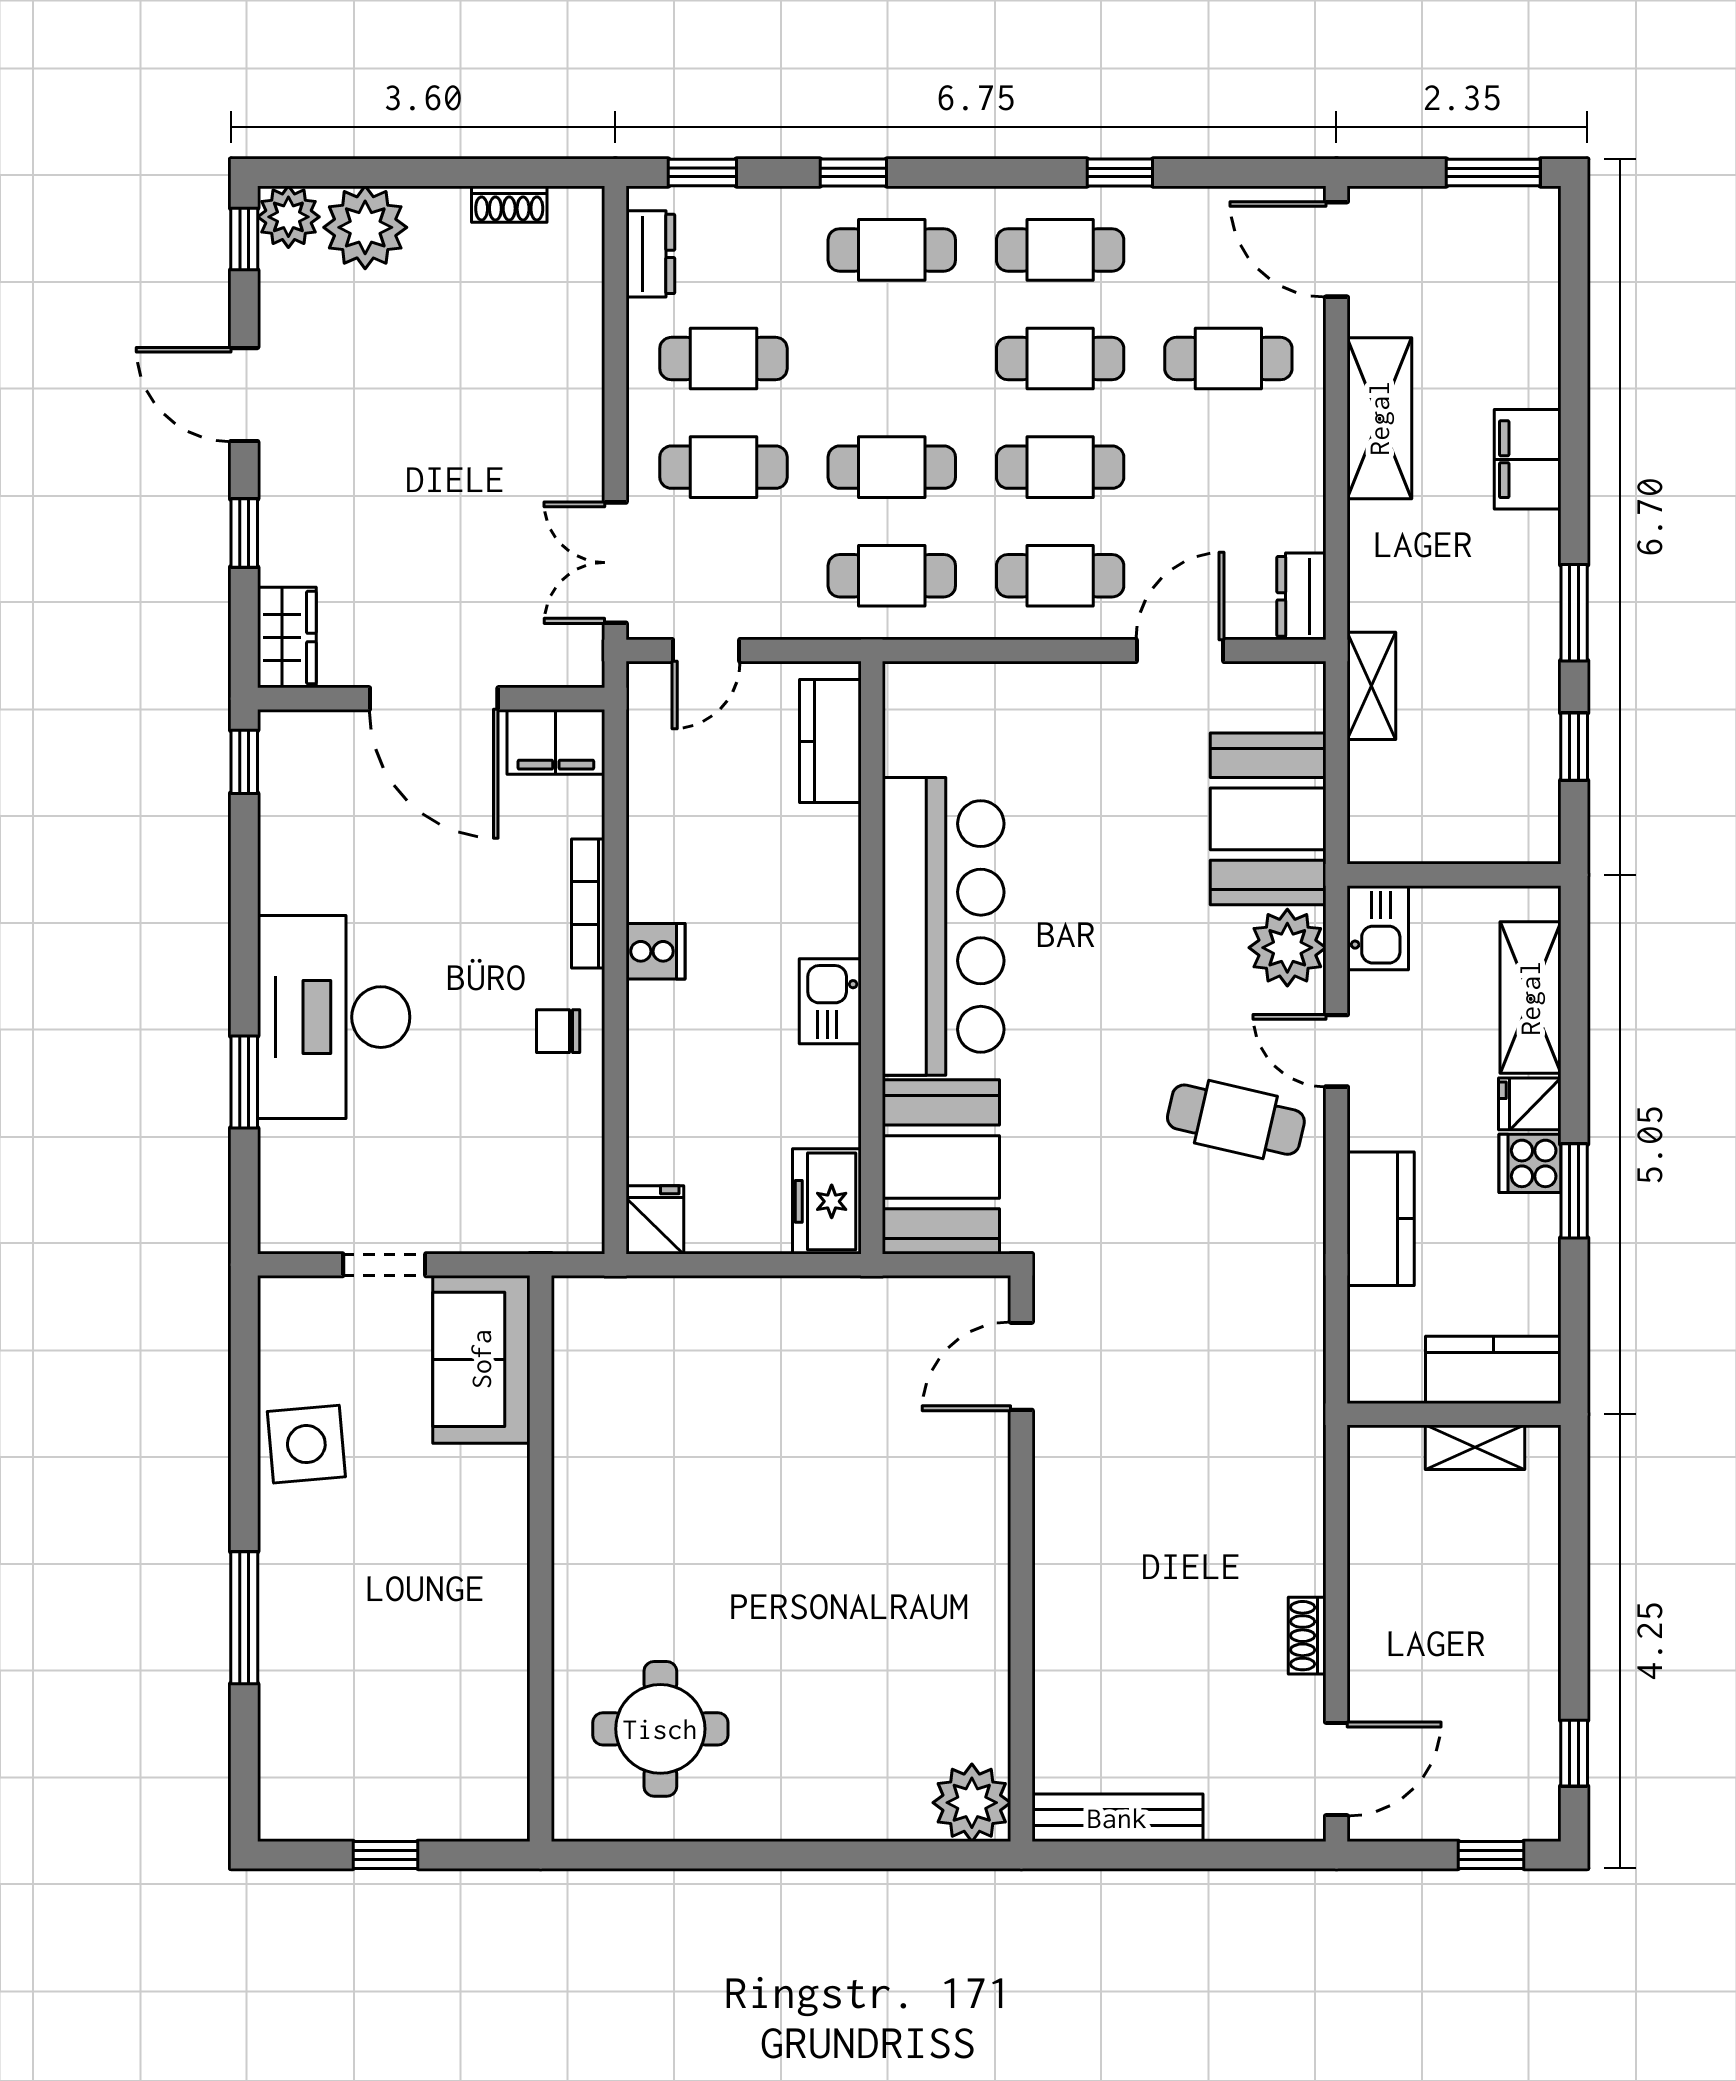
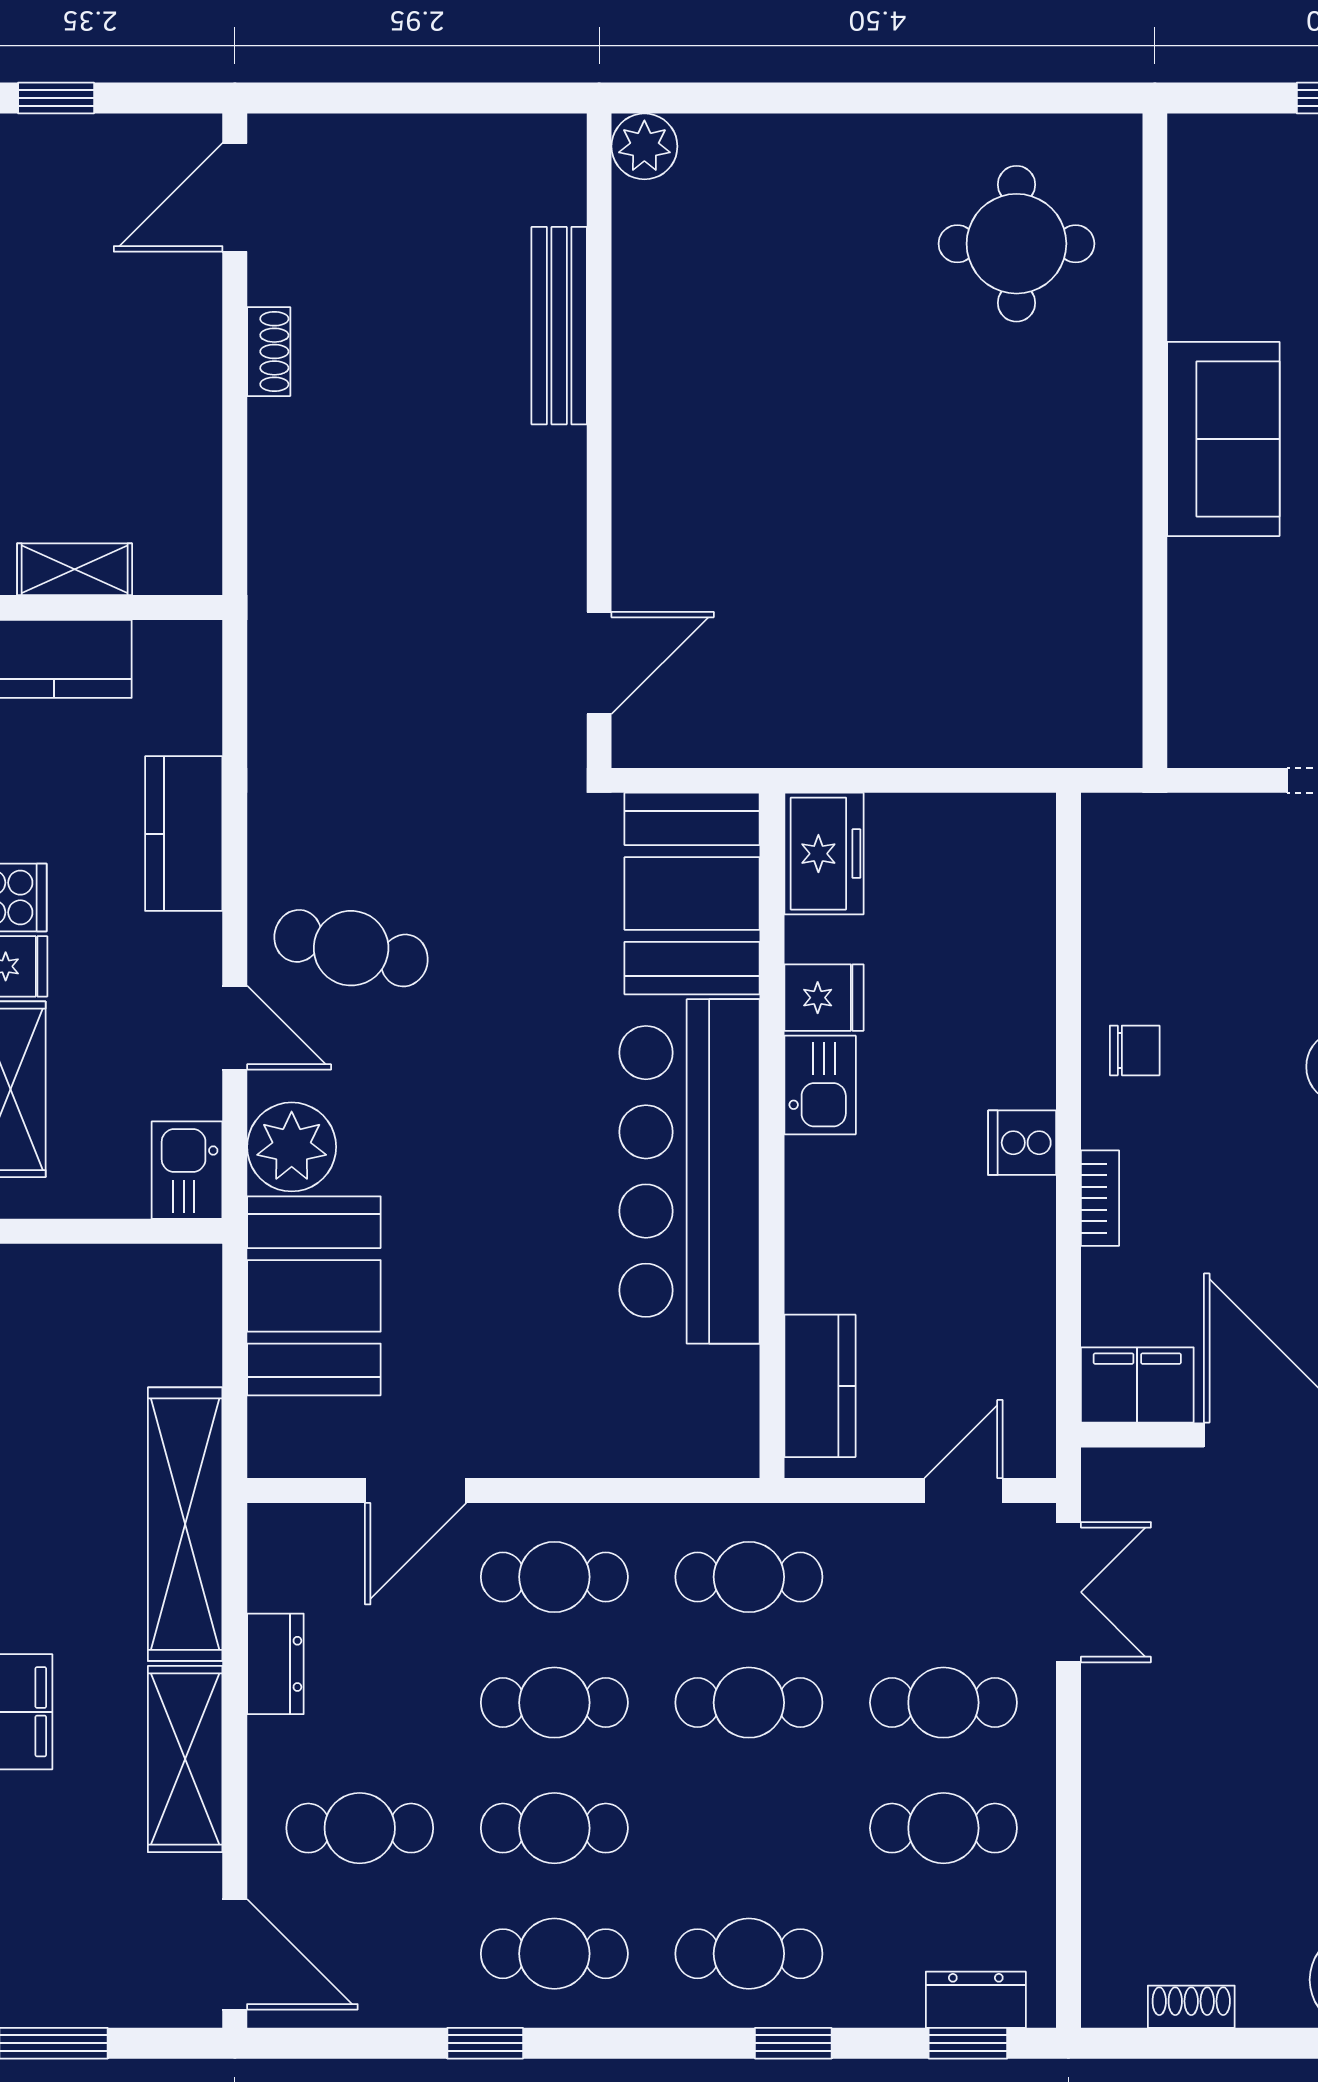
dresser: (650, 254) -> (976, 2000), moved, turned 90
dresser: (1301, 596) -> (275, 1664), moved
shelving: (1371, 686) -> (185, 1524), width x2.20, depth x1.33
bookcase: (588, 903) -> (1100, 1198), width x0.64
fridge: (655, 1220) -> (824, 998), moved, turned -90
sofa: (481, 1359) -> (1223, 439), moved
plant: (972, 1803) -> (644, 146), width x0.73, depth x0.73
bench: (1117, 1818) -> (559, 326), moved, turned 90

